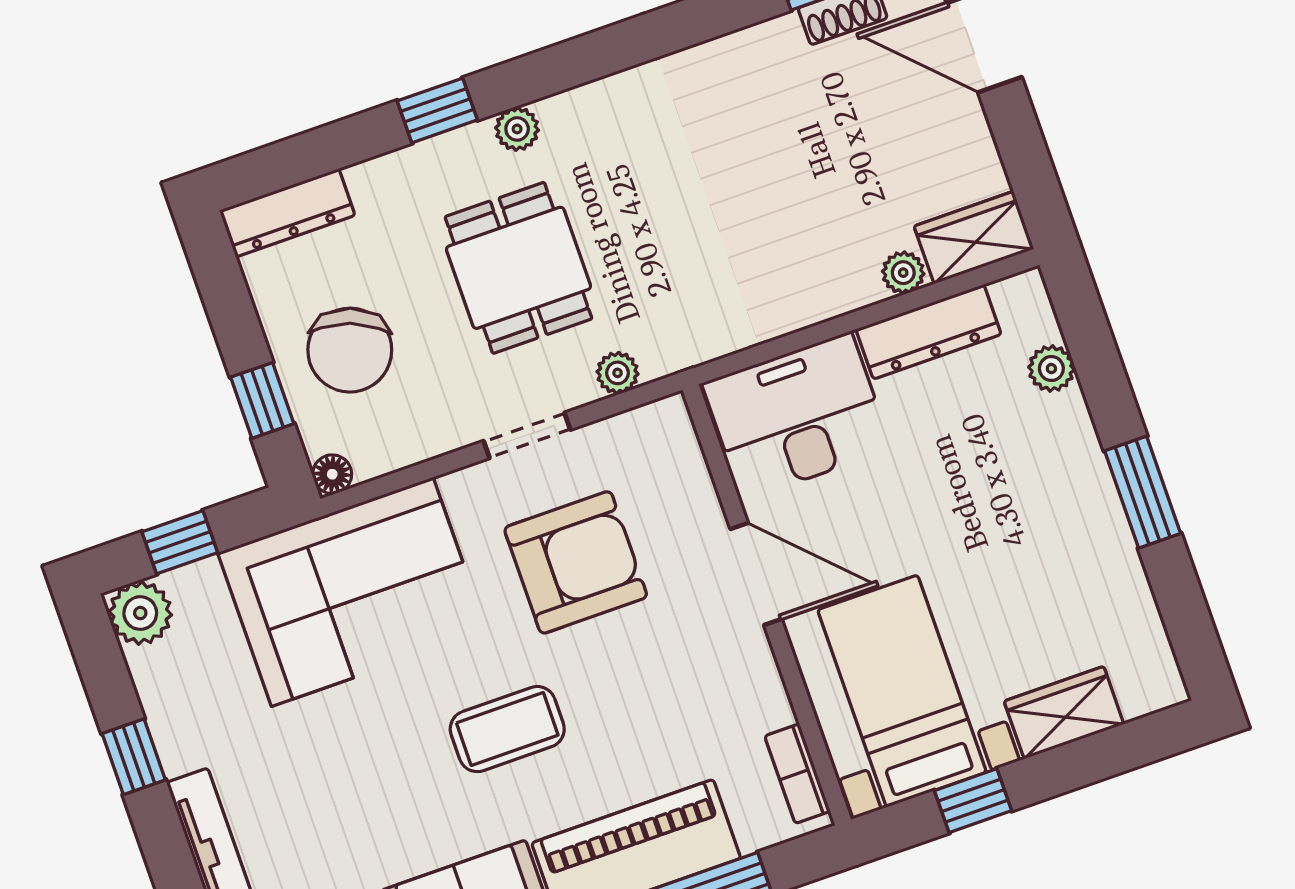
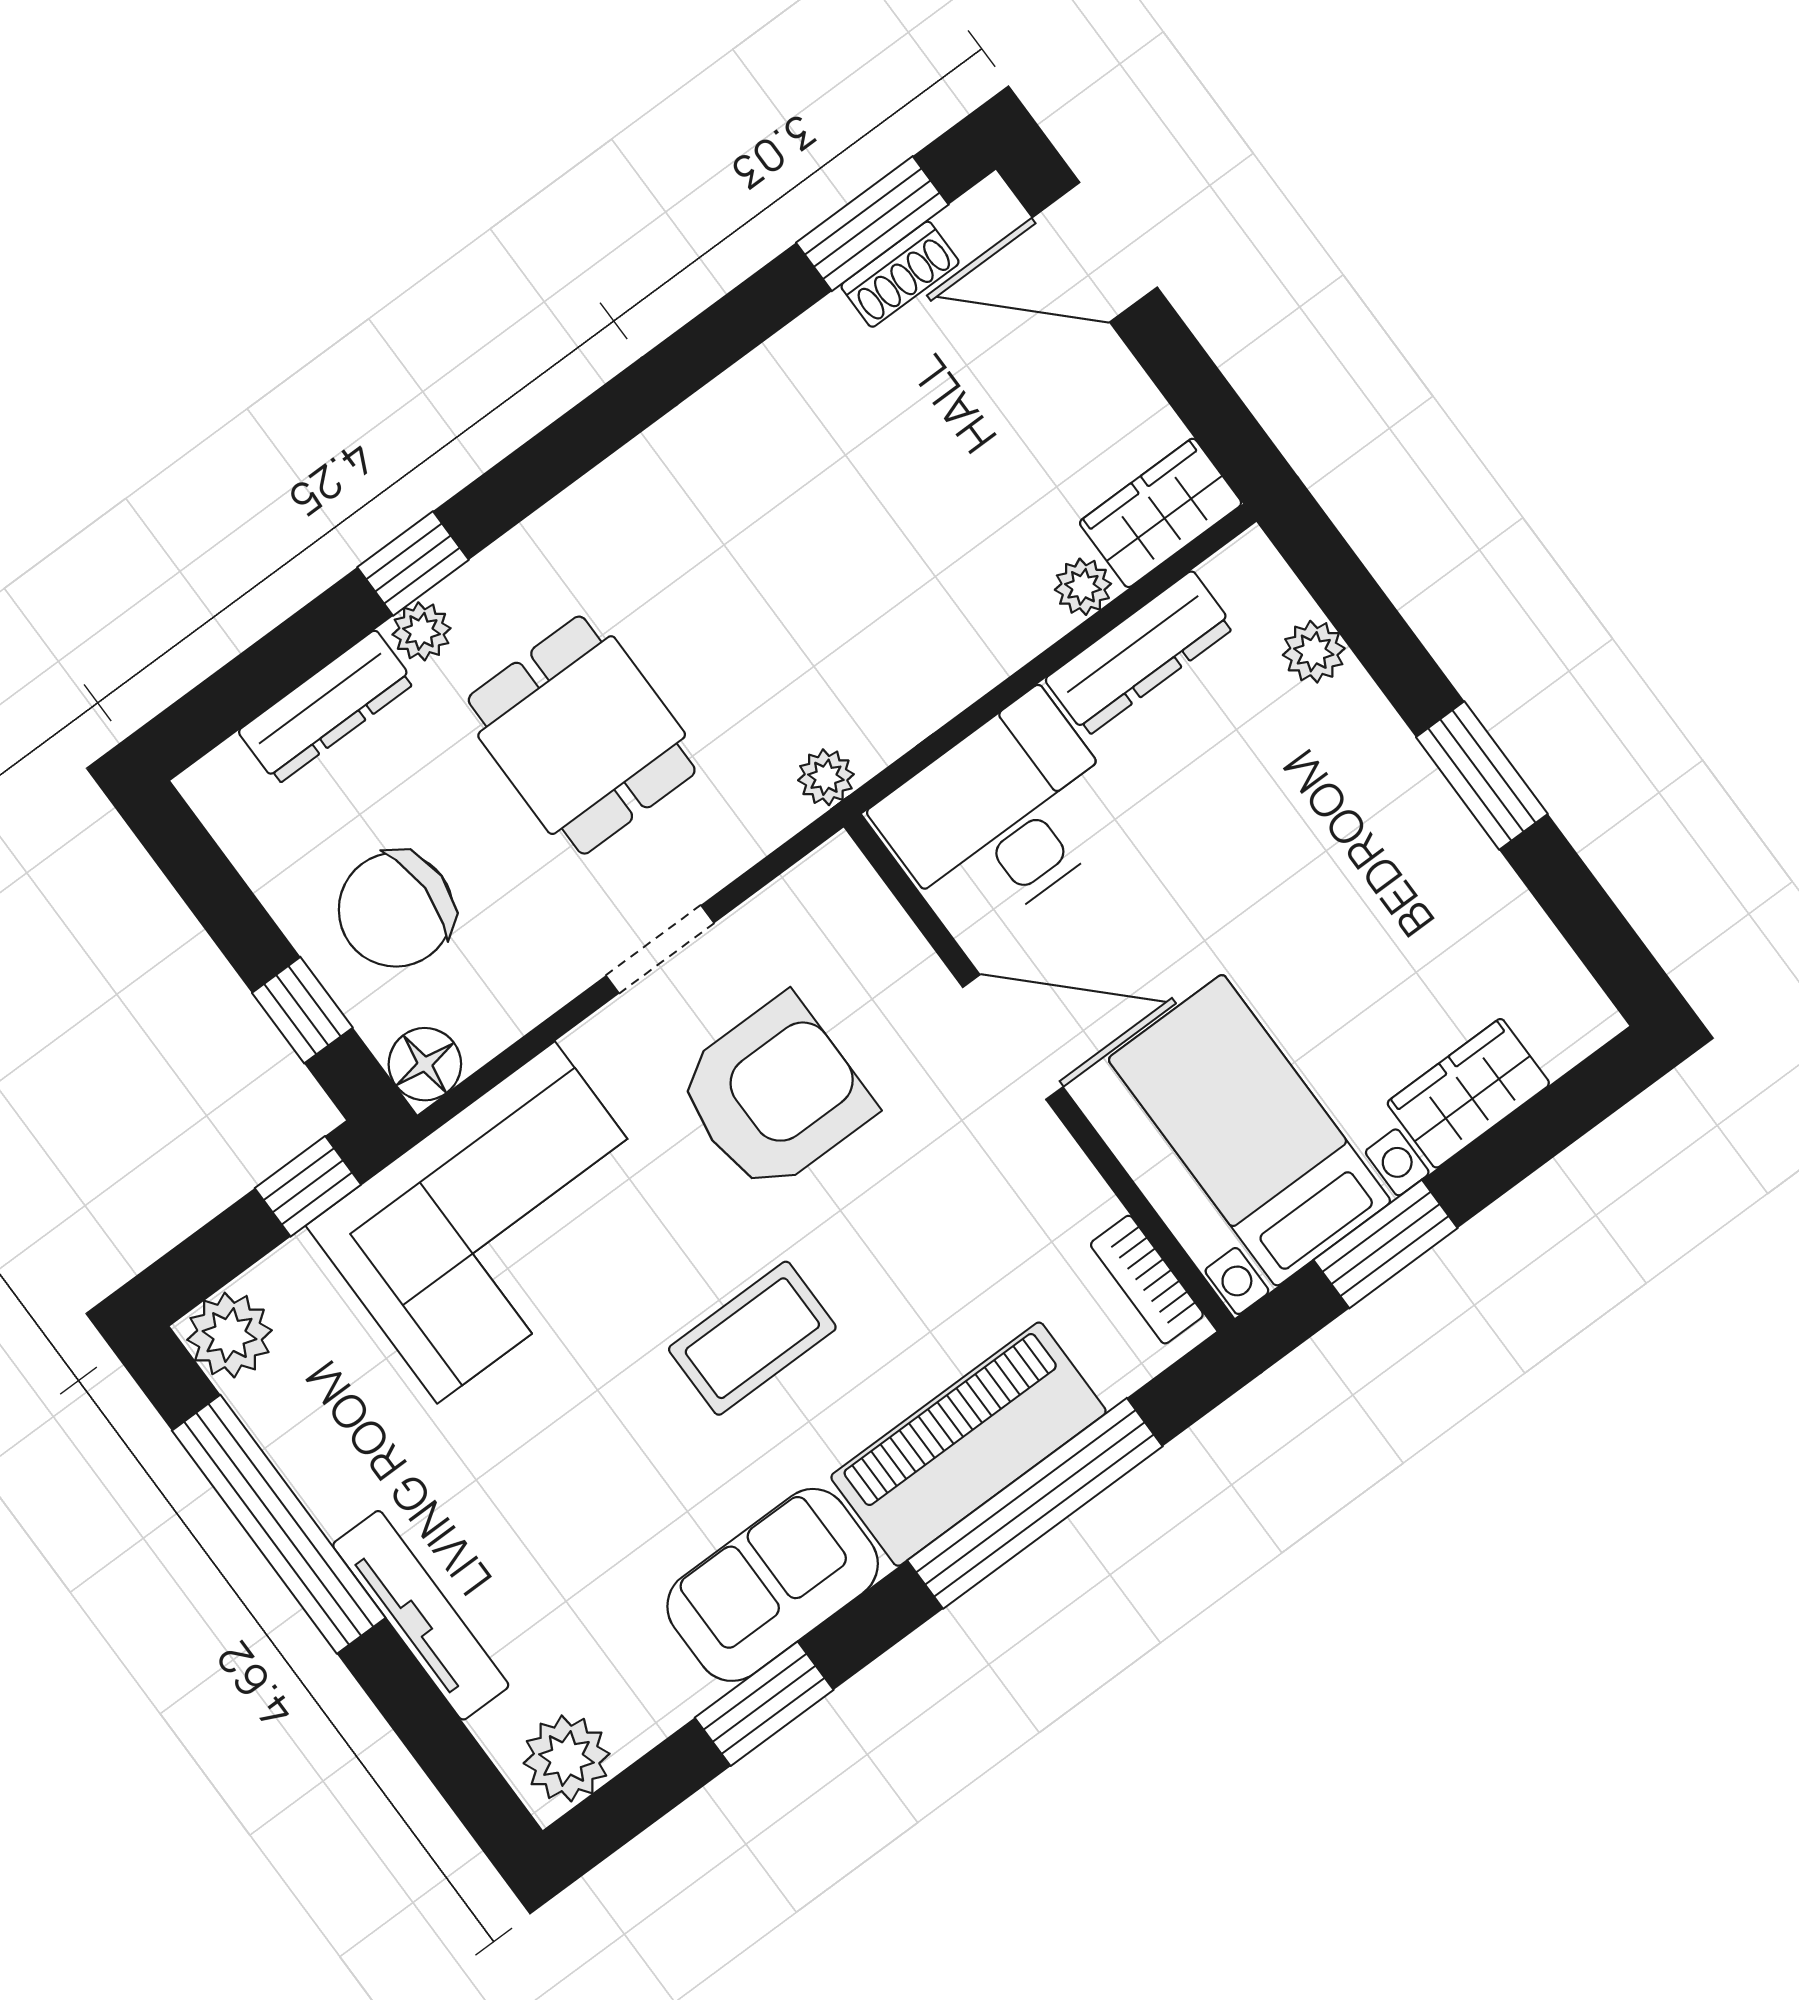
plant: (517, 129) -> (421, 631), moved
dresser: (287, 213) -> (326, 707), moved
chair: (350, 350) -> (396, 910), turned 70
plant: (618, 373) -> (826, 777), moved
floor lamp: (332, 474) -> (425, 1064), width x1.37, depth x1.37
window: (180, 542) -> (308, 1186), moved
window: (134, 757) -> (279, 1524), width x3.17
window: (973, 801) -> (1386, 1244), width x1.50

